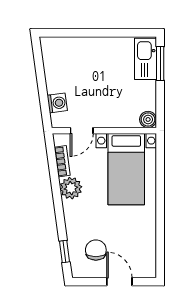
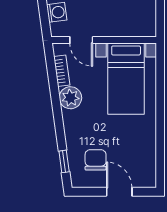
boiler: (148, 119) -> (148, 29), removed
door: (82, 131) -> (81, 40), hinge flipped

